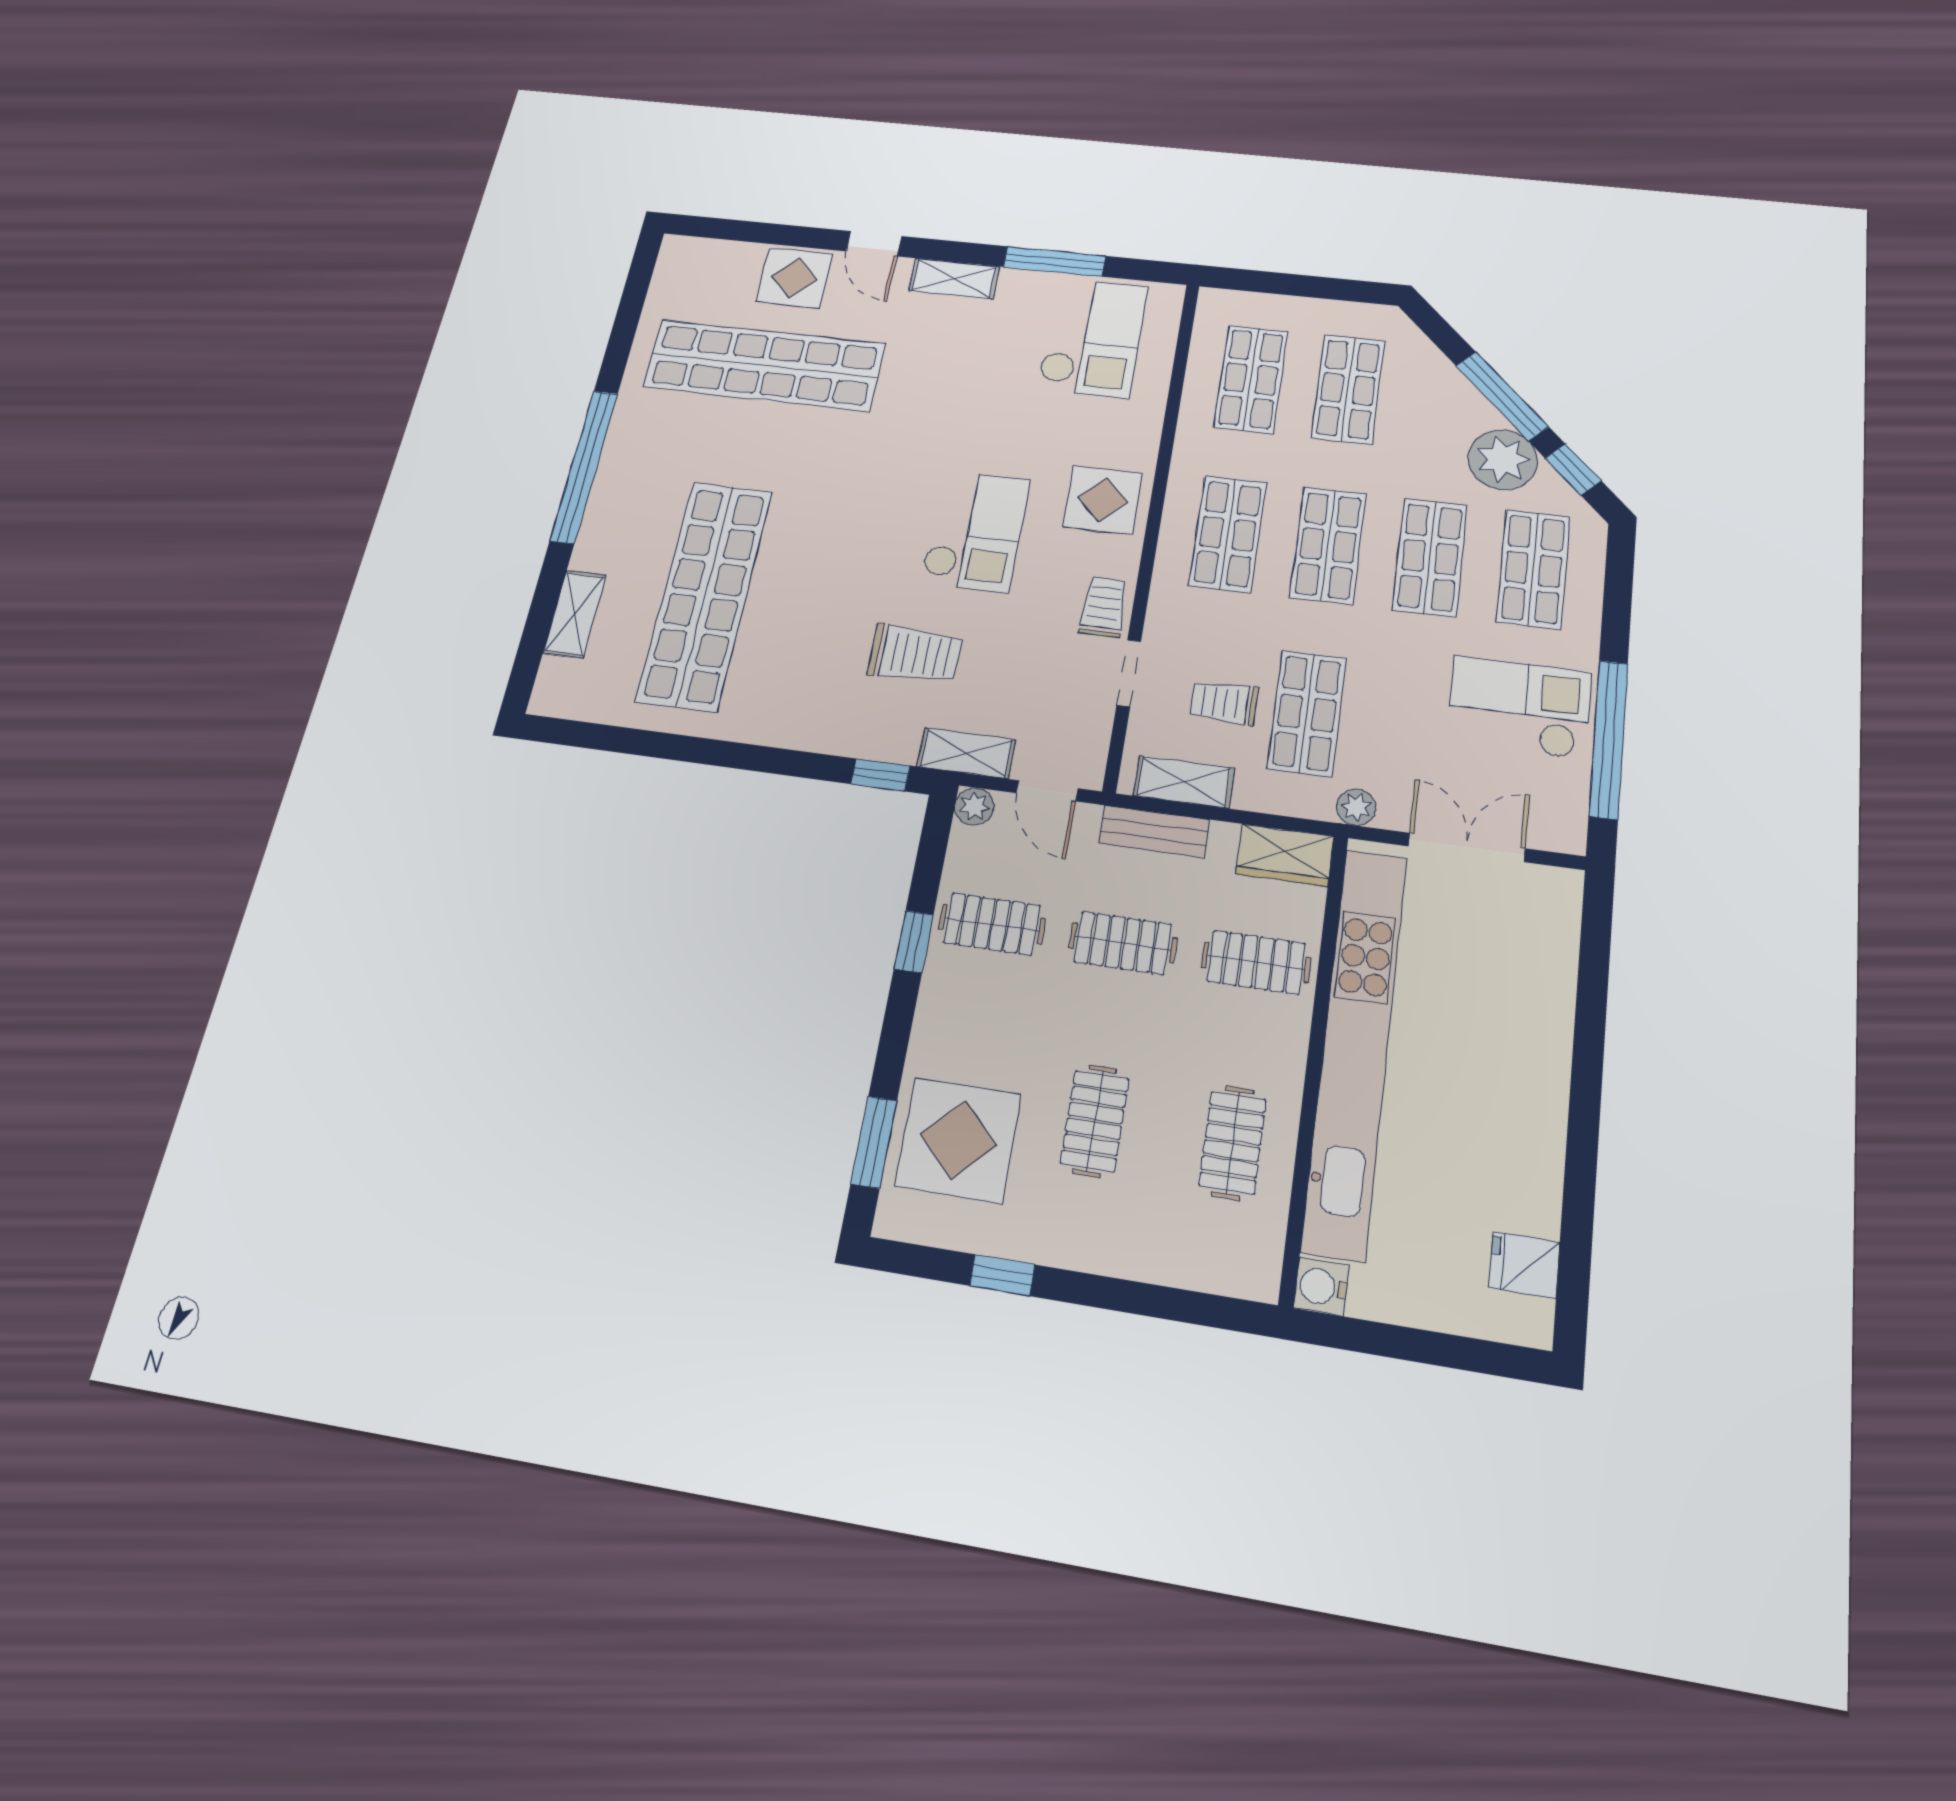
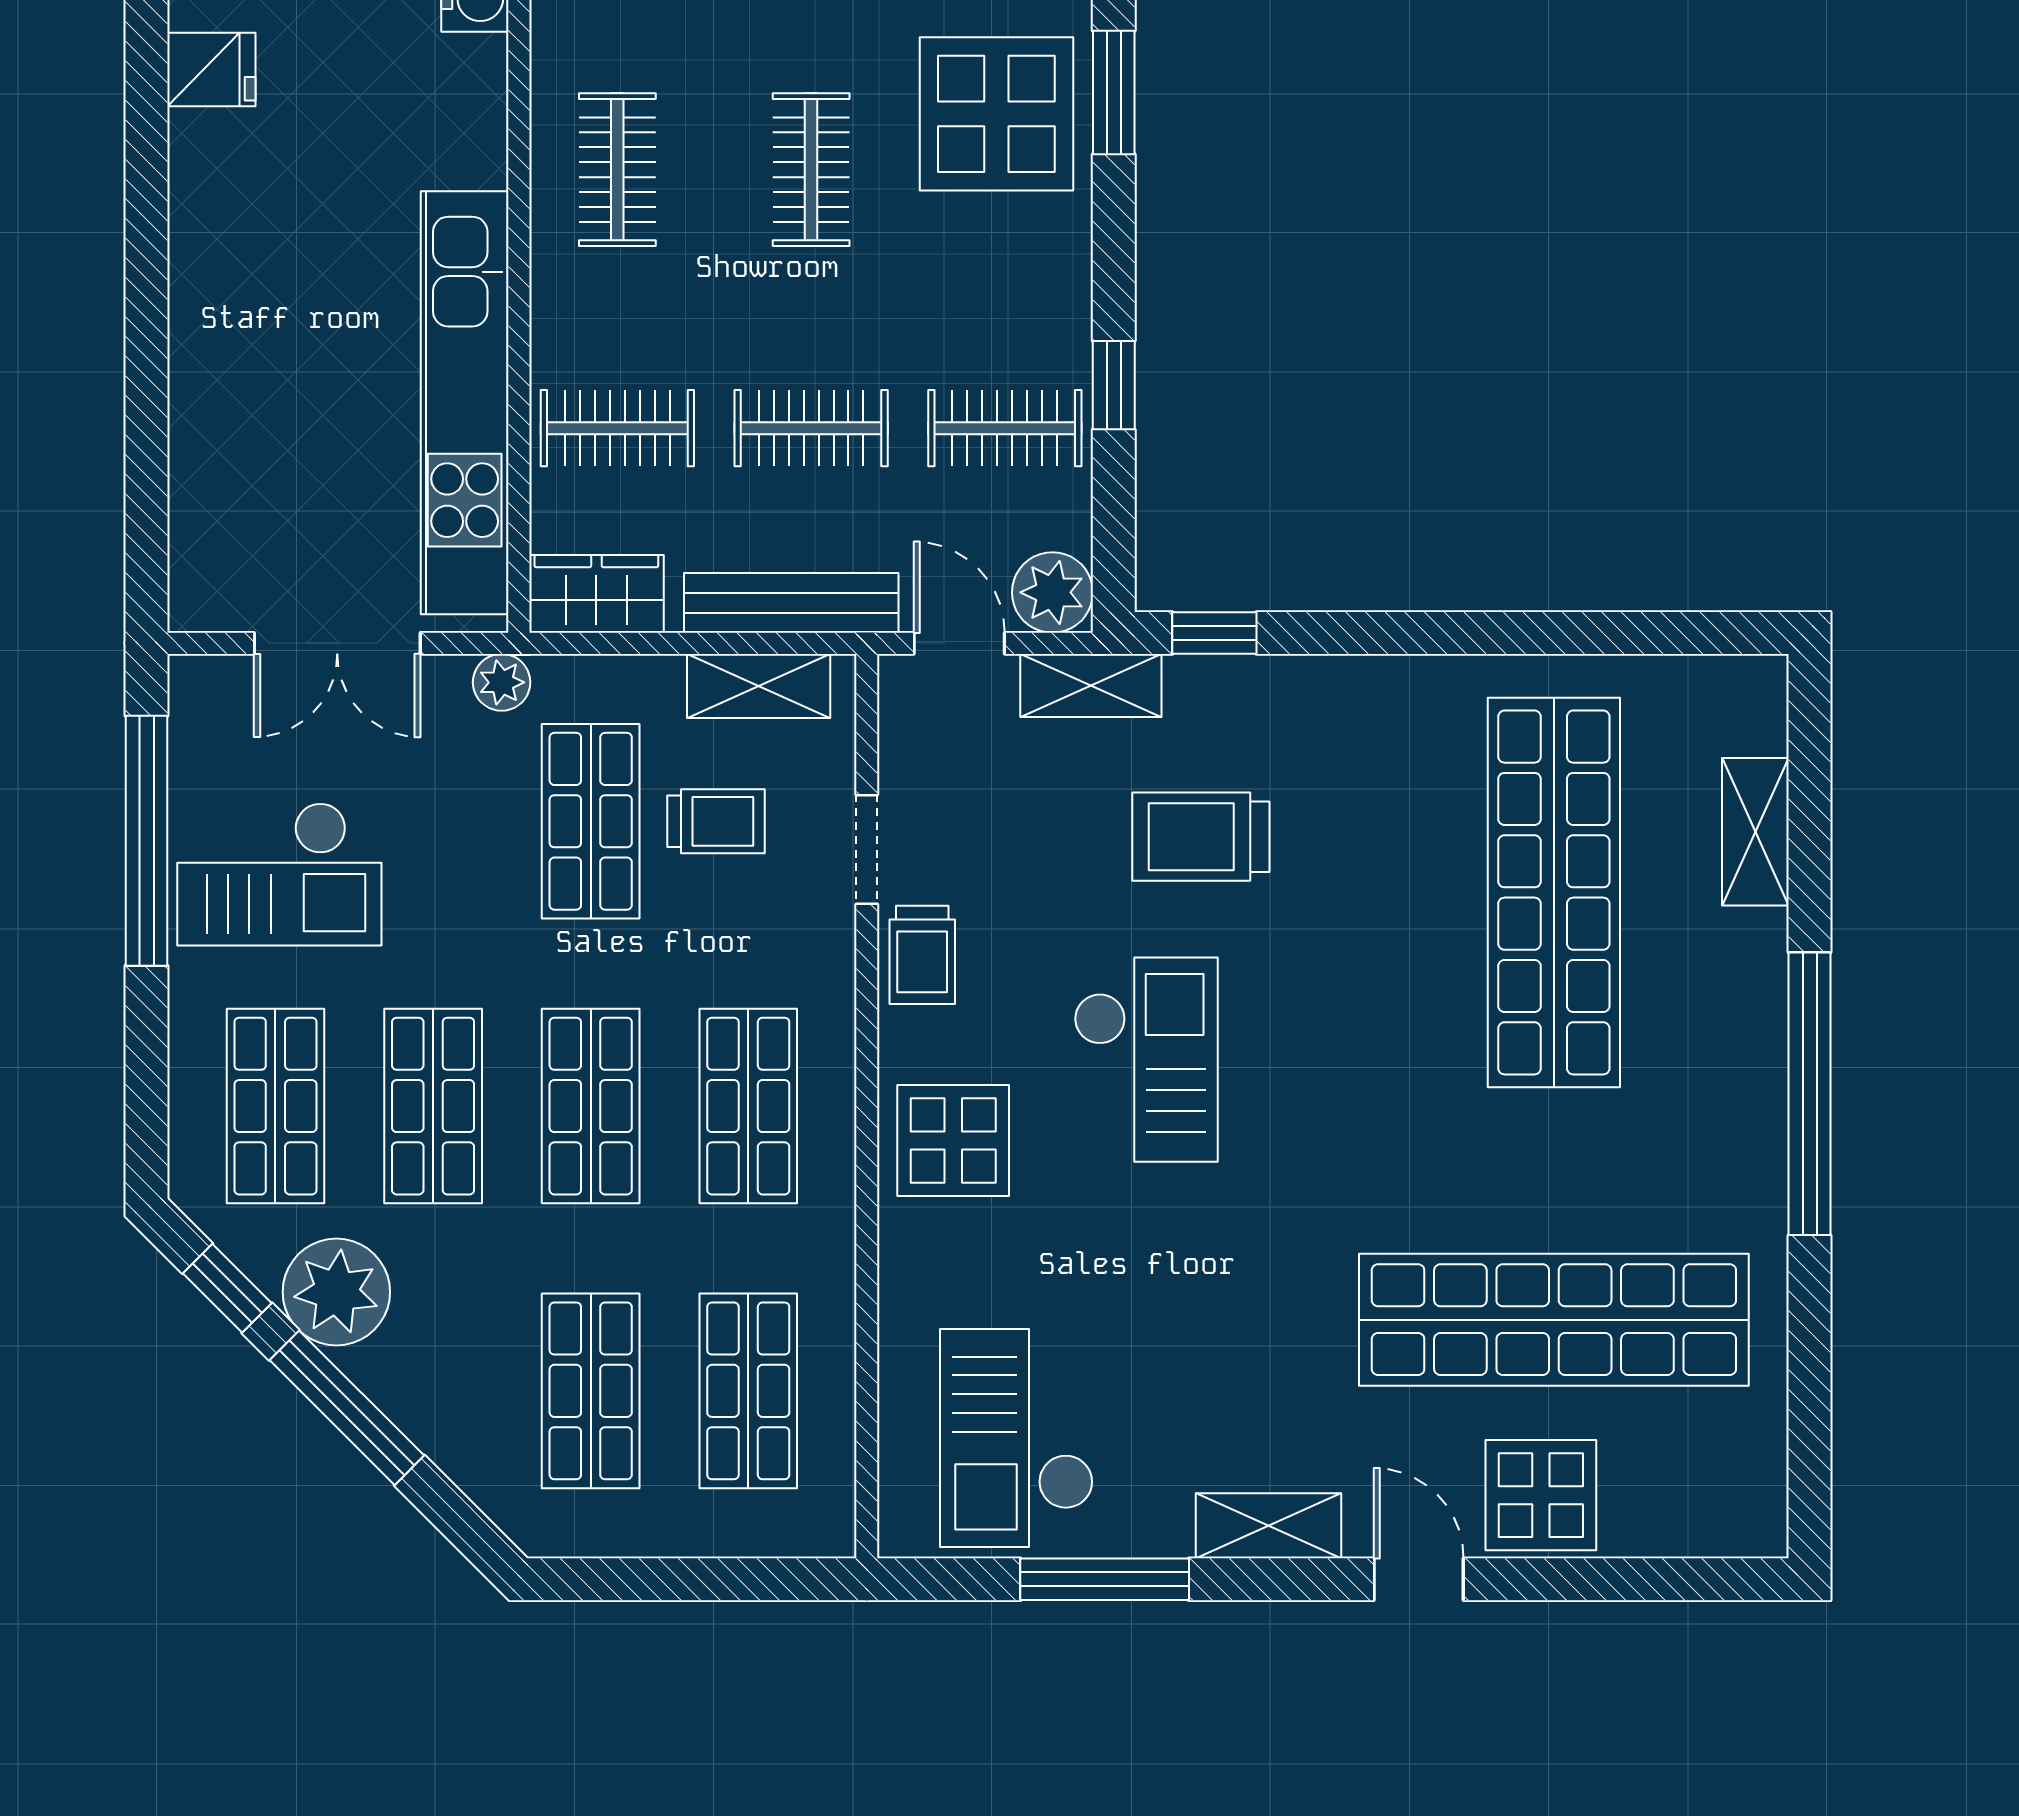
checkout: (975, 531) -> (1146, 1060), turned 180
plant: (974, 806) -> (1052, 592), width x1.38, depth x1.38
bench: (1154, 831) -> (791, 603), width x1.36
kitchen unit: (1355, 1048) -> (465, 403), width x0.73

